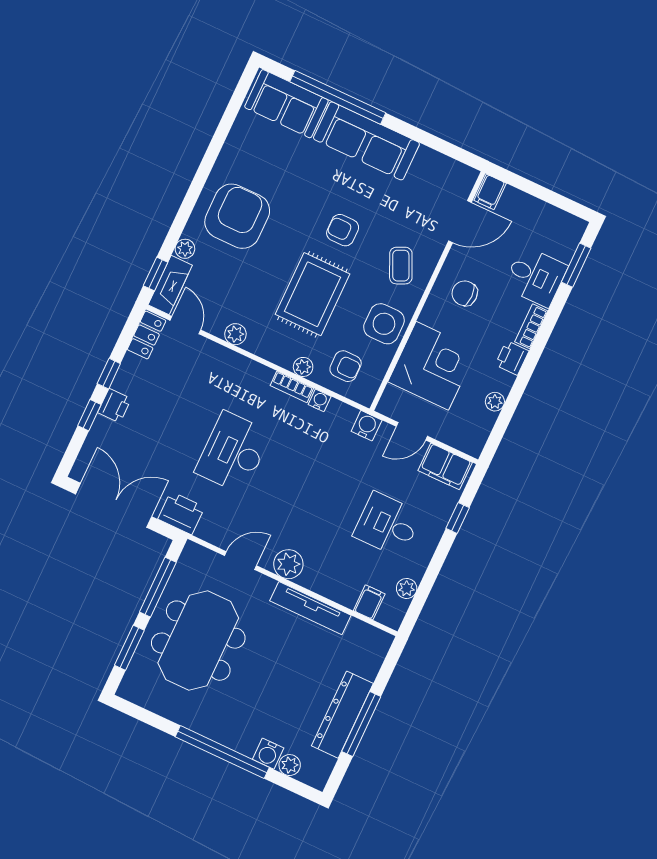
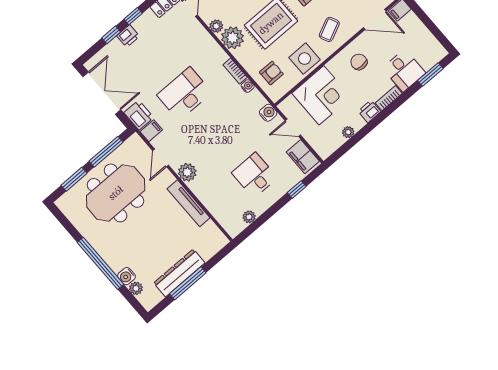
armchair: (346, 366) -> (271, 73), turned -90
plant: (303, 367) -> (233, 38), moved, width x1.87, depth x1.87
door: (240, 561) -> (161, 158), swing flipped
filing cabinet: (369, 602) -> (151, 131), moved

